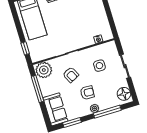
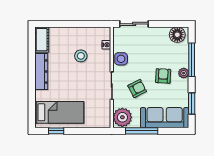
stool: (83, 21) -> (81, 56), added
window: (25, 48) -> (56, 131), moved
side table: (99, 66) -> (121, 59), moved
sliding door: (125, 66) -> (134, 24), moved
sofa: (55, 109) -> (165, 118), width x1.36

